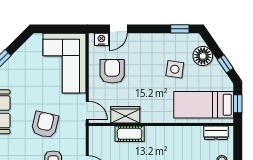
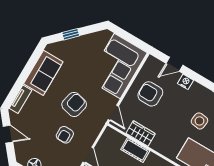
nightstand: (101, 39) -> (186, 82), moved
armchair: (112, 71) -> (150, 94), turned -90

